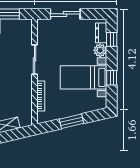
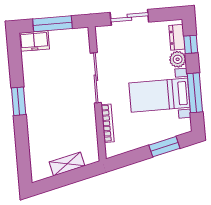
sliding door: (35, 59) -> (96, 78), width x1.37
window: (112, 78) -> (195, 93), width x2.17
window: (71, 121) -> (164, 147), moved

